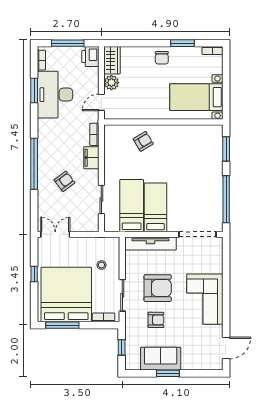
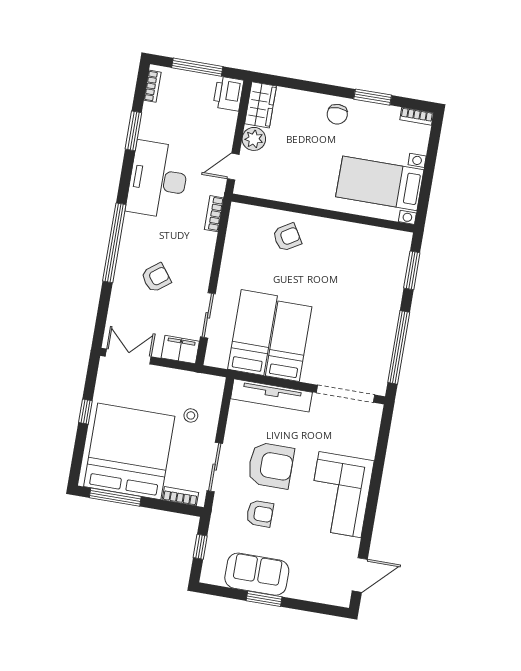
desk: (55, 95) -> (158, 180), moved
filing cabinet: (91, 158) -> (180, 350), moved, turned 90

